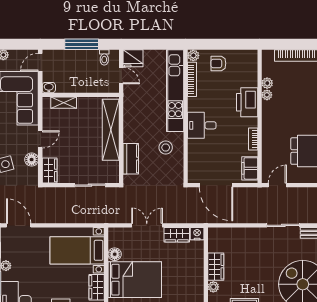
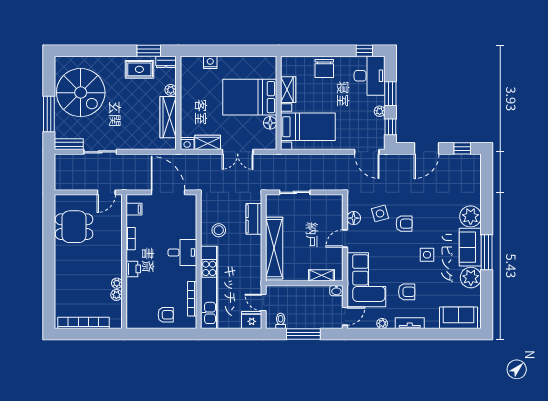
plant: (193, 55) -> (191, 323), removed
printer: (247, 102) -> (133, 269), width x0.53, depth x0.68
filing cabinet: (250, 168) -> (134, 209), width x0.50
wardrobe: (50, 170) -> (336, 207), removed
wardrobe: (216, 267) -> (168, 117), width x1.50

